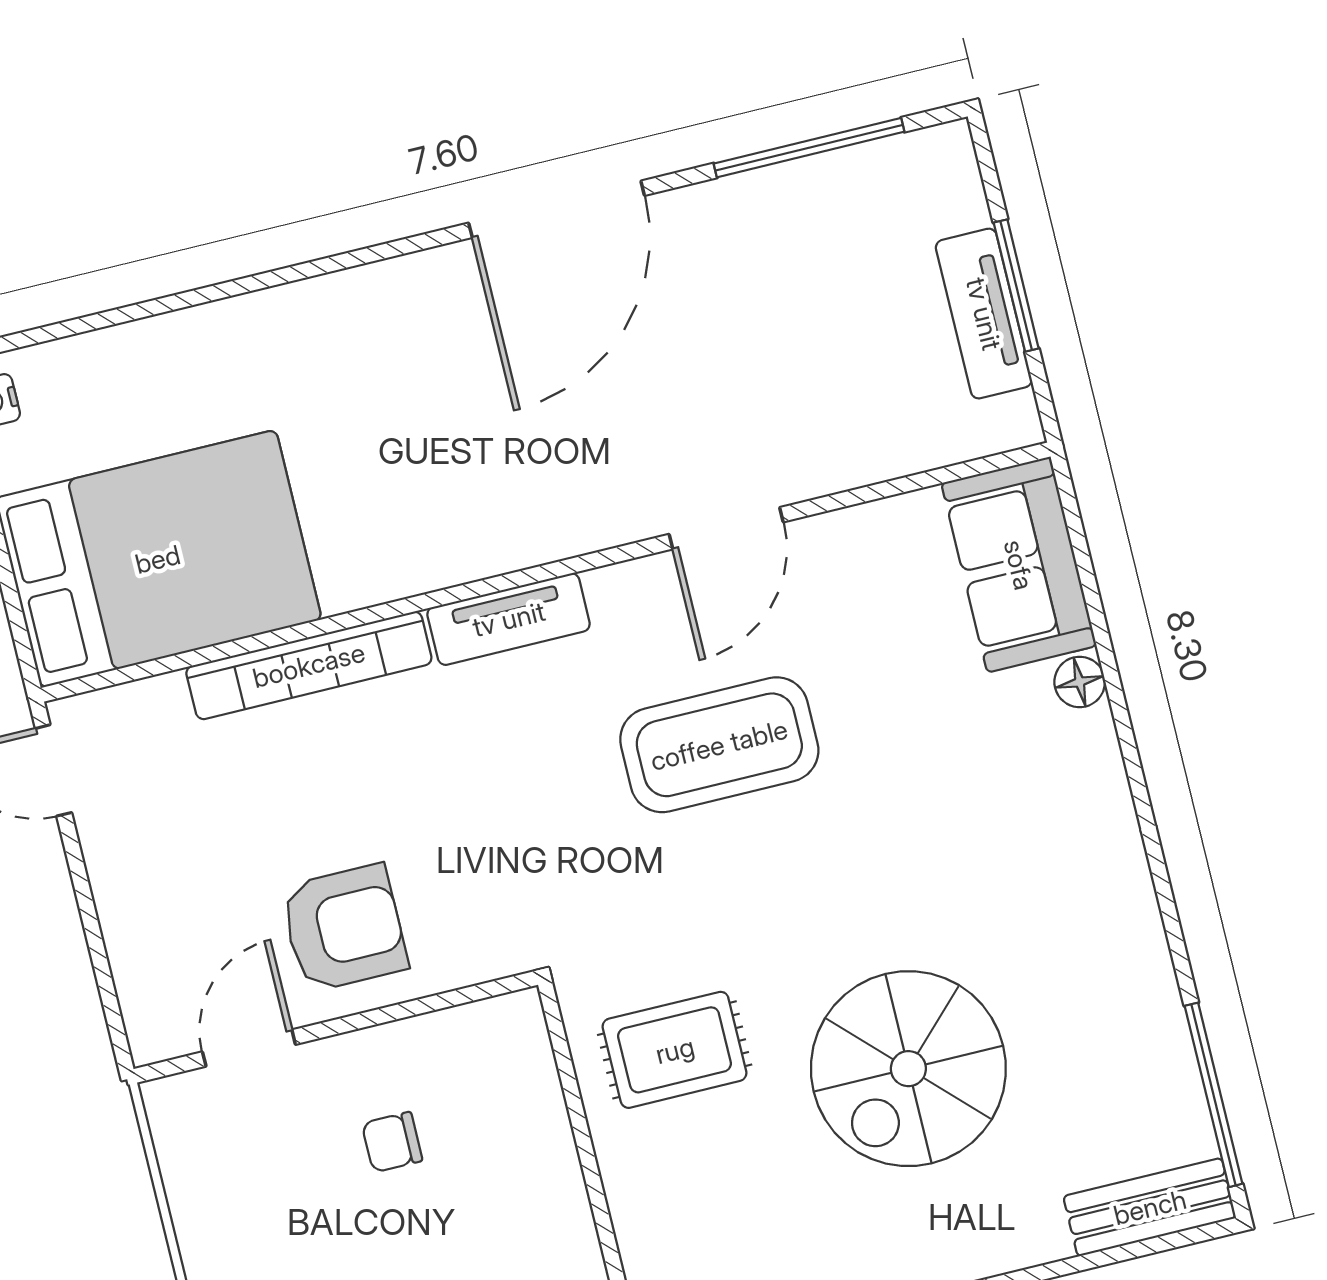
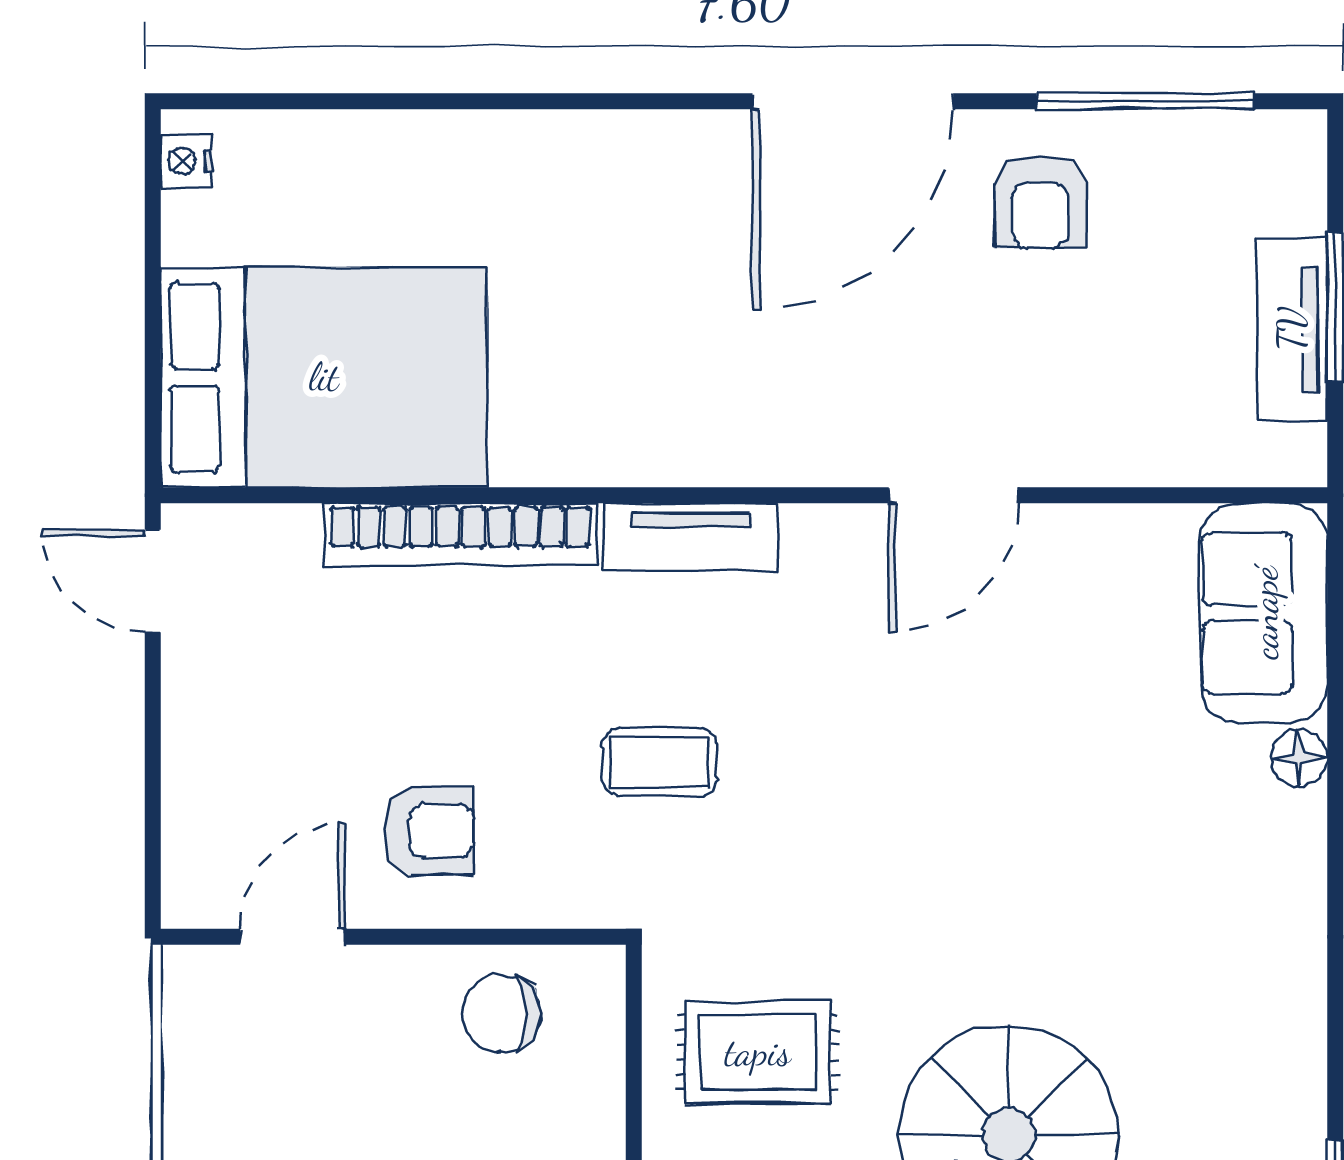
armchair: (739, 257) -> (1040, 202), added
coffee table: (719, 745) -> (659, 762), moved, width x0.54, depth x0.58
armchair: (344, 928) -> (428, 831), width x0.72, depth x0.72
chair: (392, 1142) -> (502, 1013), moved, width x1.37, depth x1.37

